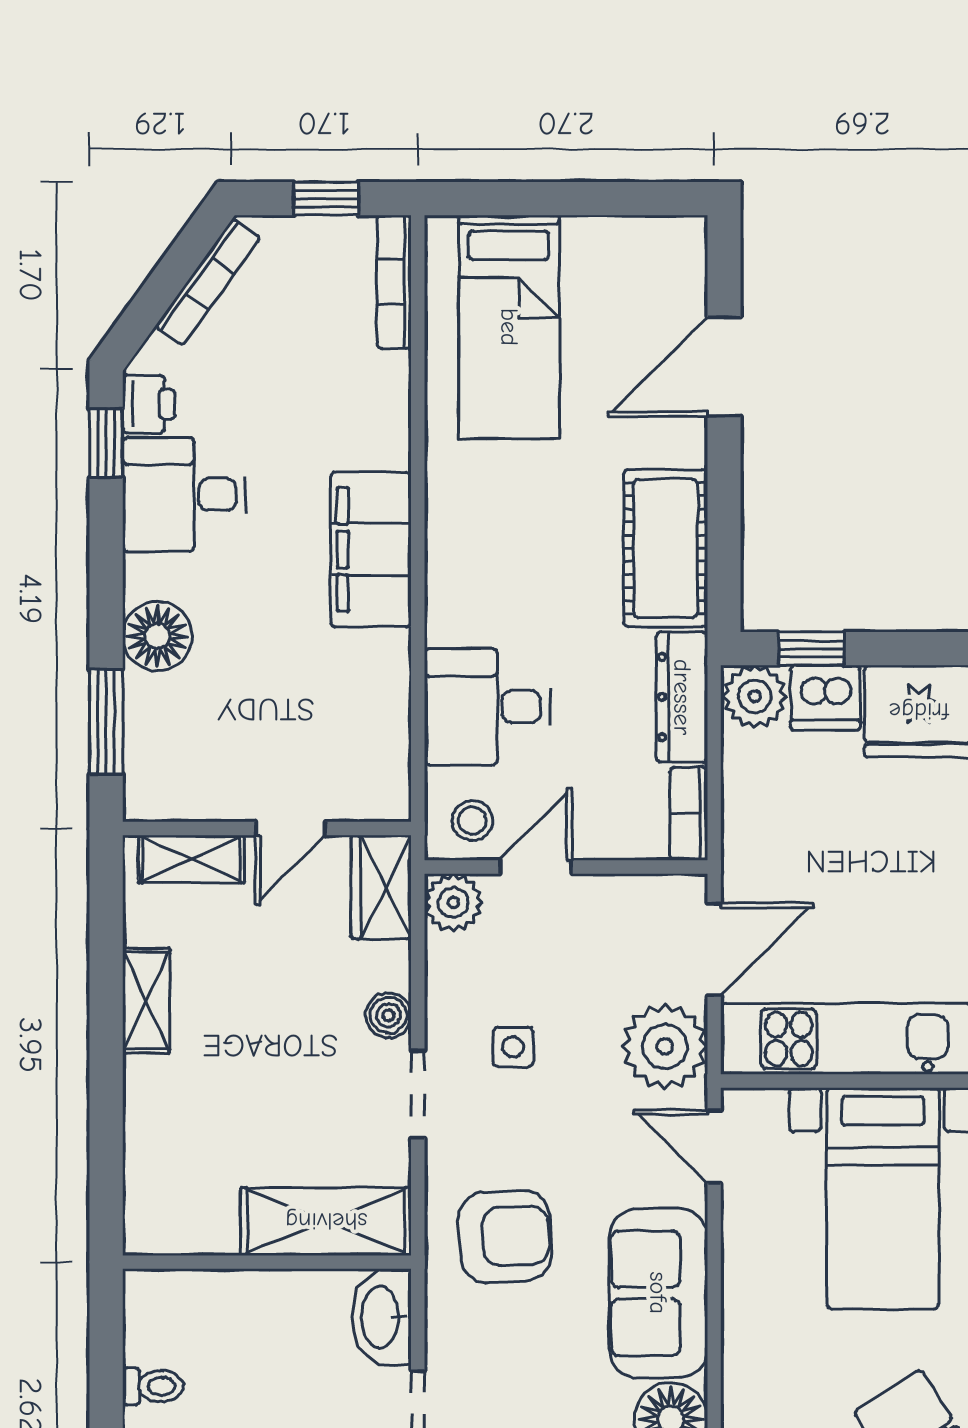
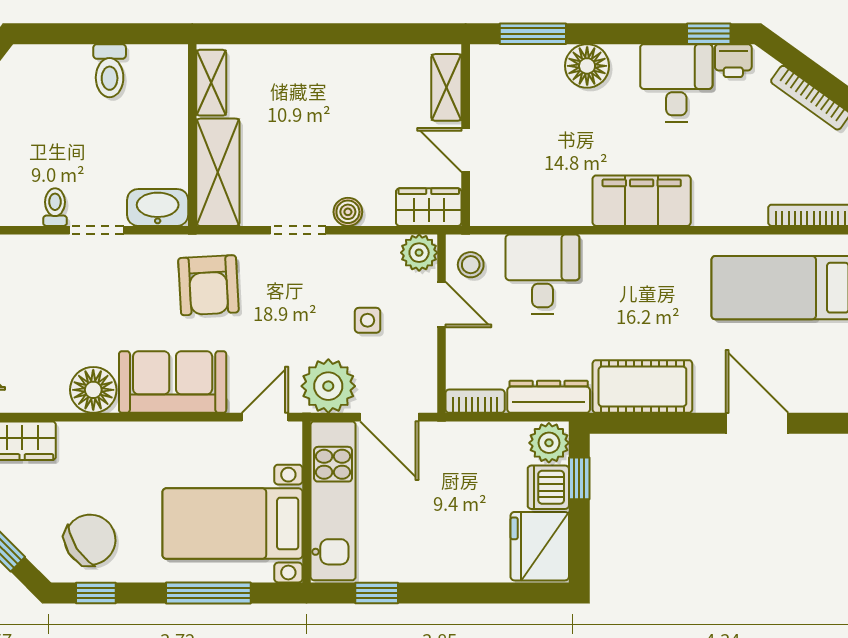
shelving: (146, 1001) -> (211, 83), moved, turned 90
side table: (513, 1047) -> (368, 320), moved
toilet: (153, 1386) -> (110, 71), width x1.37, depth x1.39

